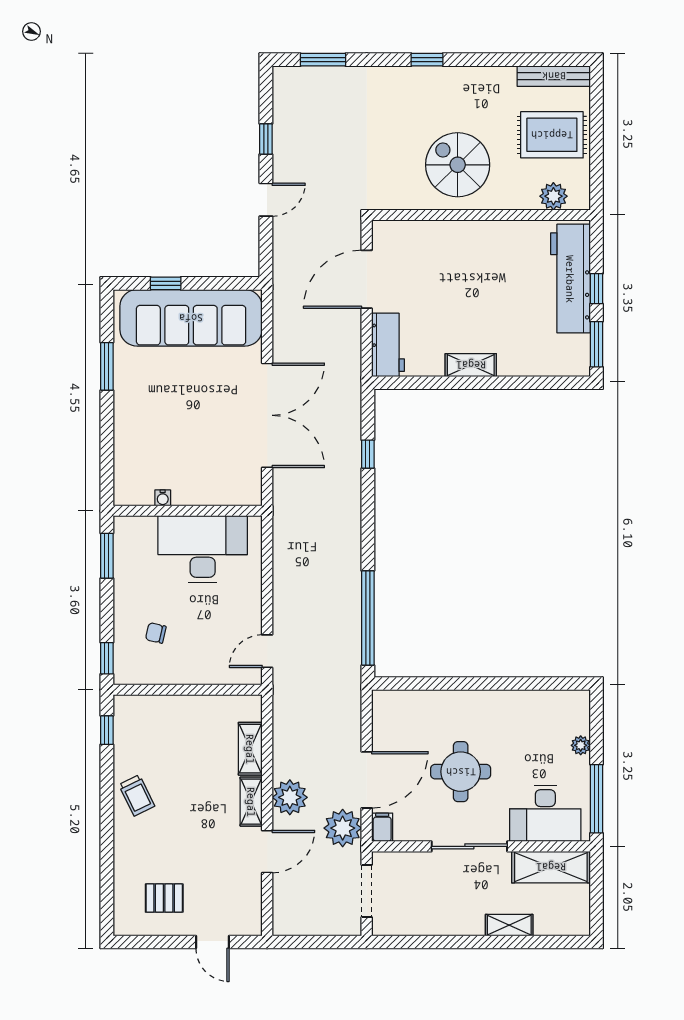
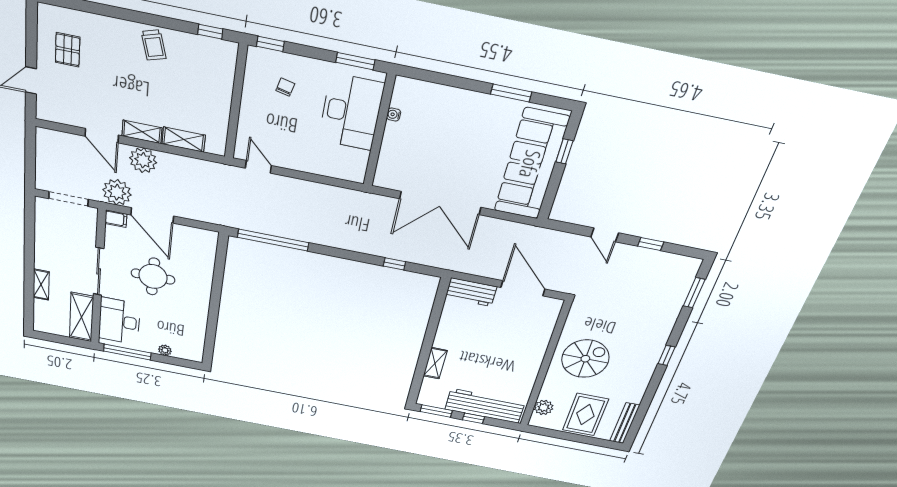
shelving: (471, 365) -> (435, 363), moved
desk: (203, 549) -> (351, 112), moved
trolley: (137, 795) -> (154, 45), turned -81

